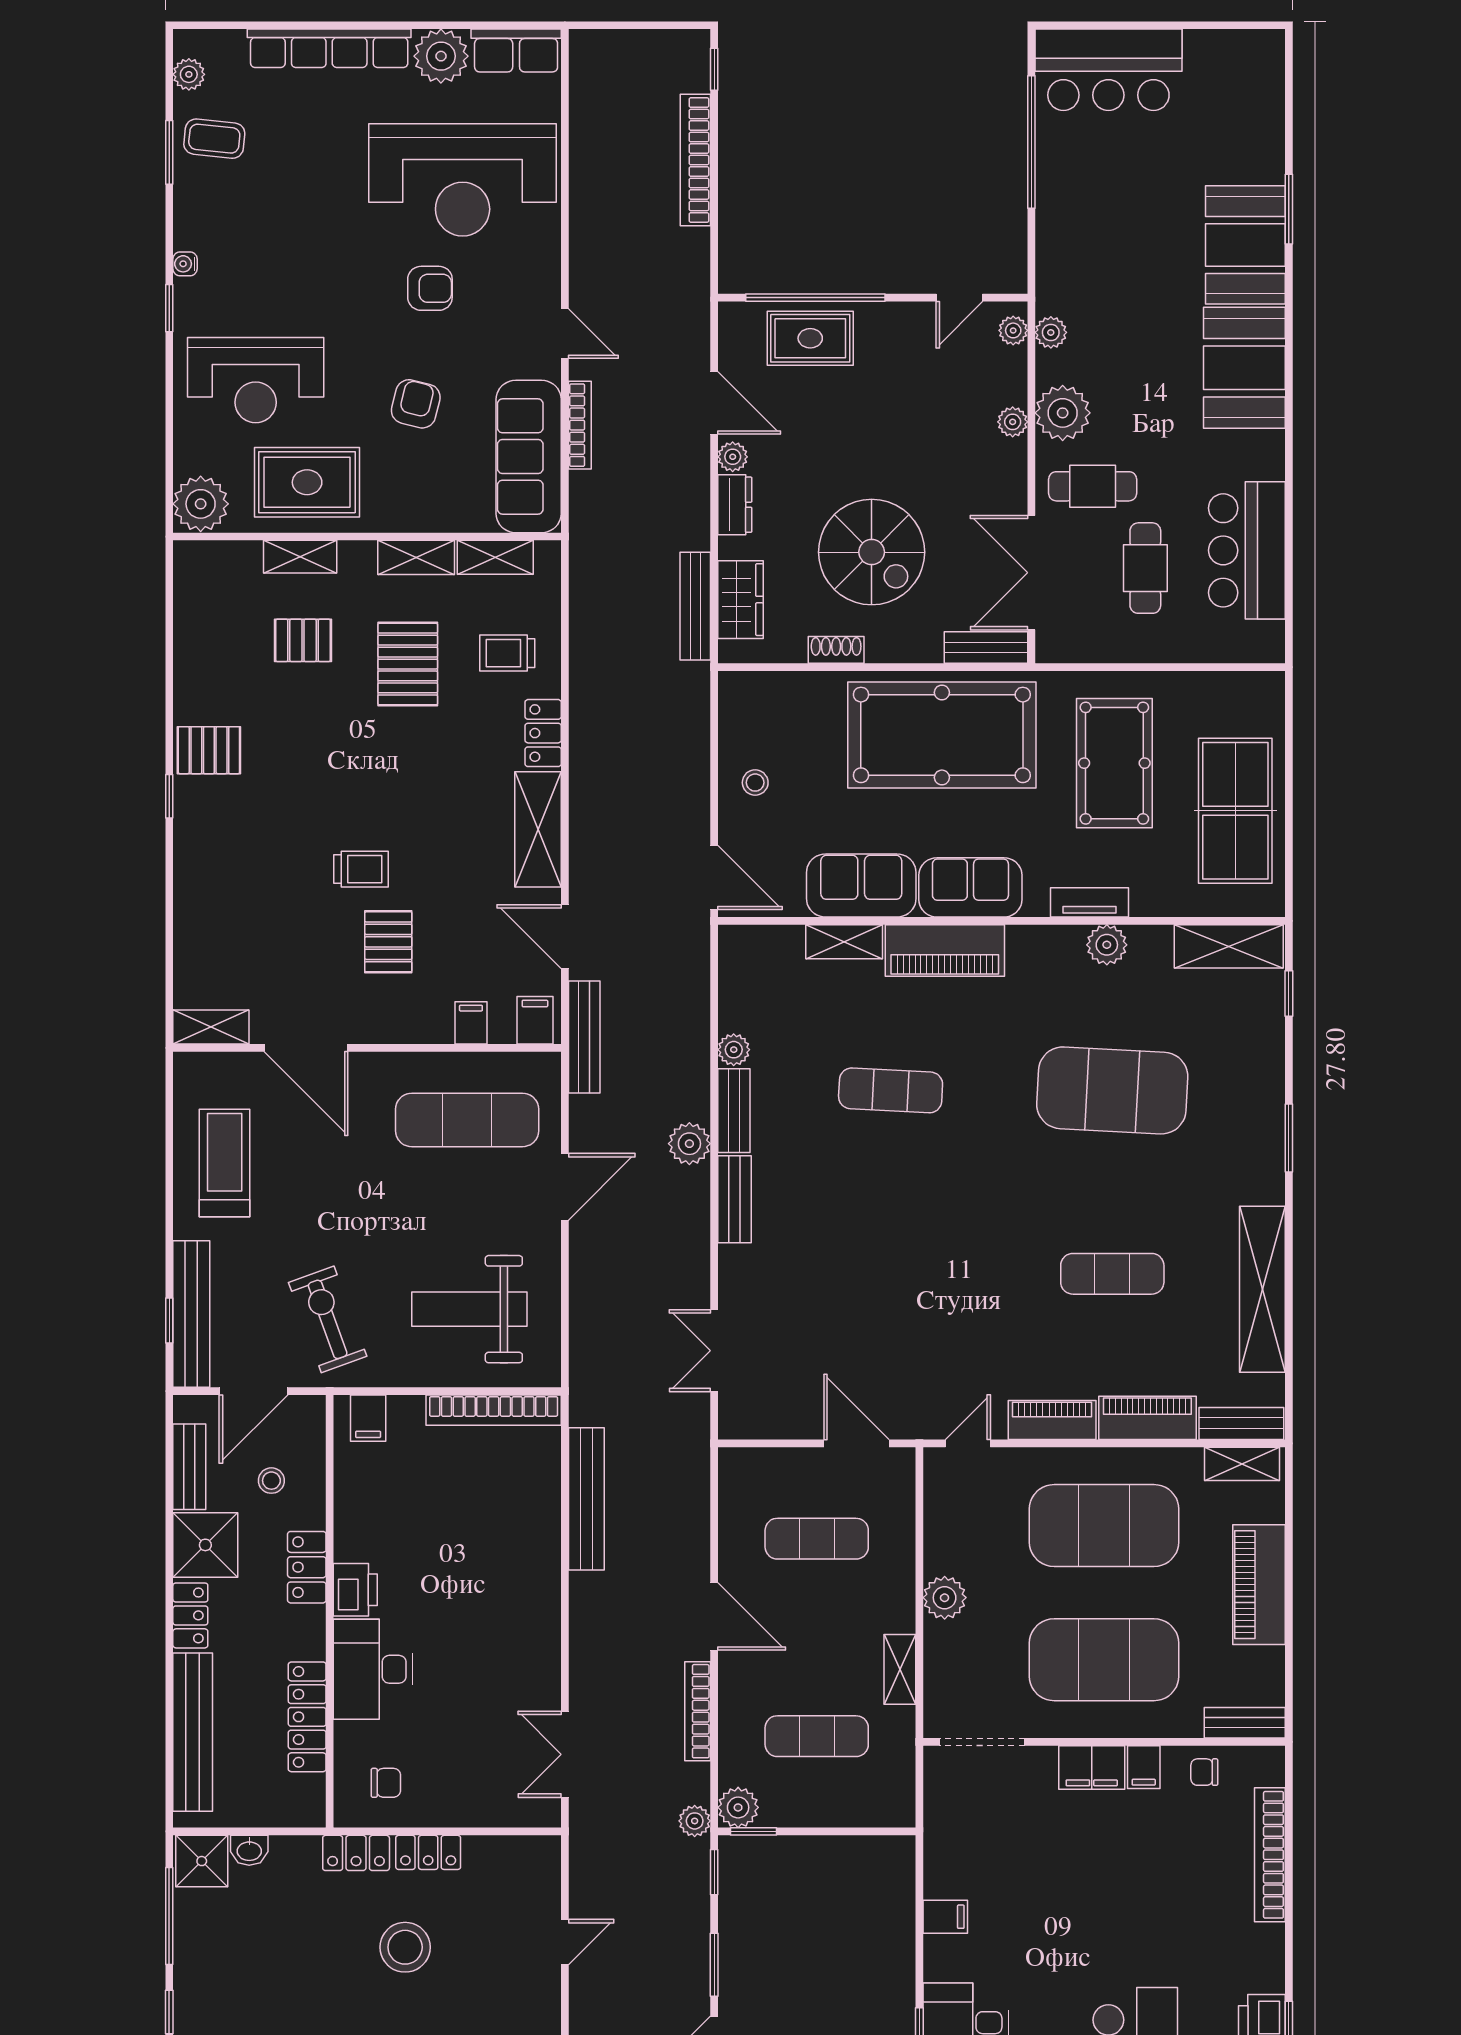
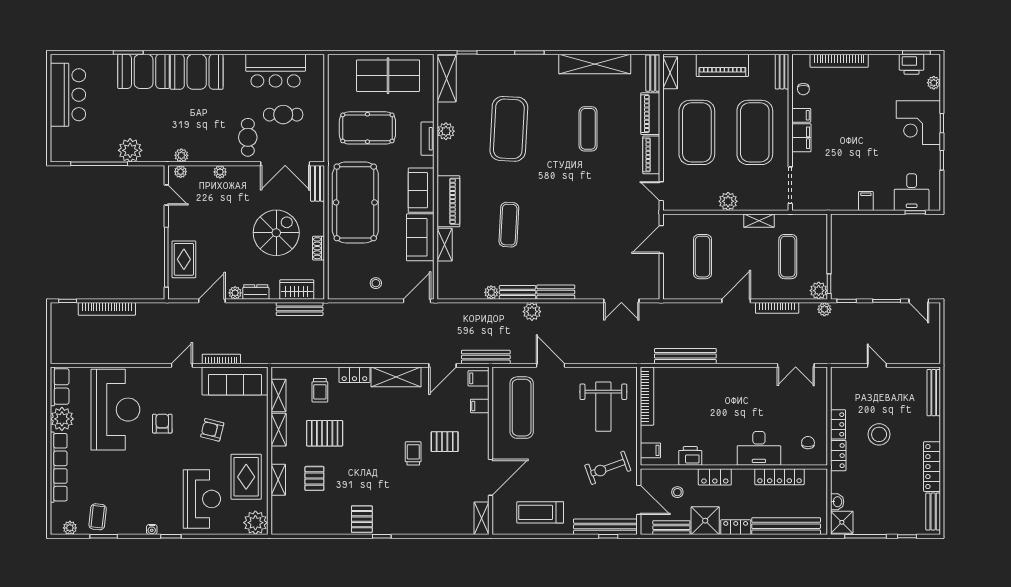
bar counter: (1108, 70) -> (68, 95), moved
plant: (1063, 413) -> (130, 150), moved
printer: (355, 1590) -> (690, 456), moved

